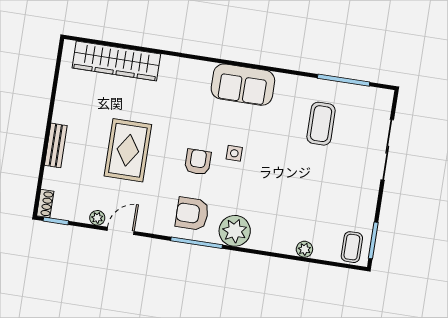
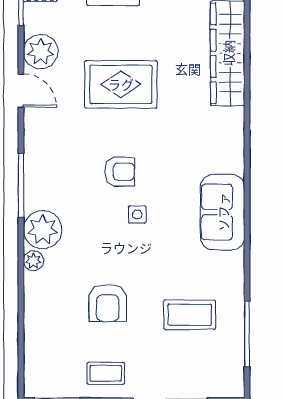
armchair: (192, 214) -> (108, 303), moved, turned 180
plant: (97, 218) -> (41, 52), width x1.88, depth x1.88
coffee table: (352, 247) -> (106, 373), moved
plant: (304, 249) -> (33, 261), moved

